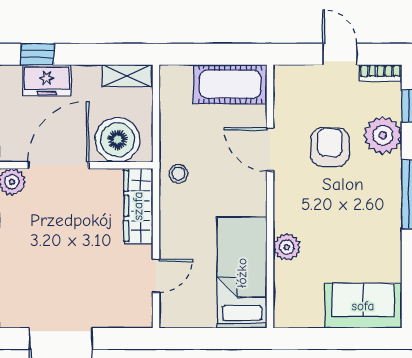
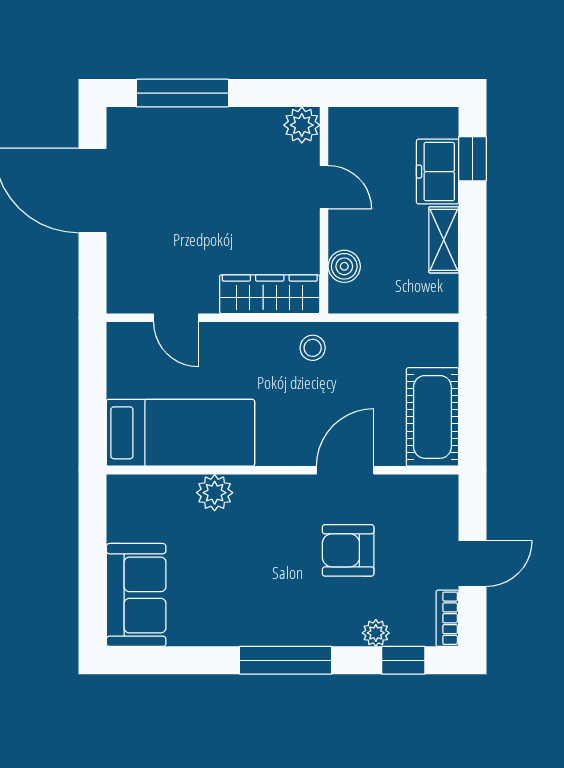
shelving: (127, 76) -> (444, 240), moved
plant: (383, 135) -> (376, 633), width x0.53, depth x0.53
boiler: (117, 140) -> (344, 266), width x0.54, depth x0.54
armchair: (330, 147) -> (348, 550), turned 180
door: (58, 165) -> (324, 187), width x0.53

